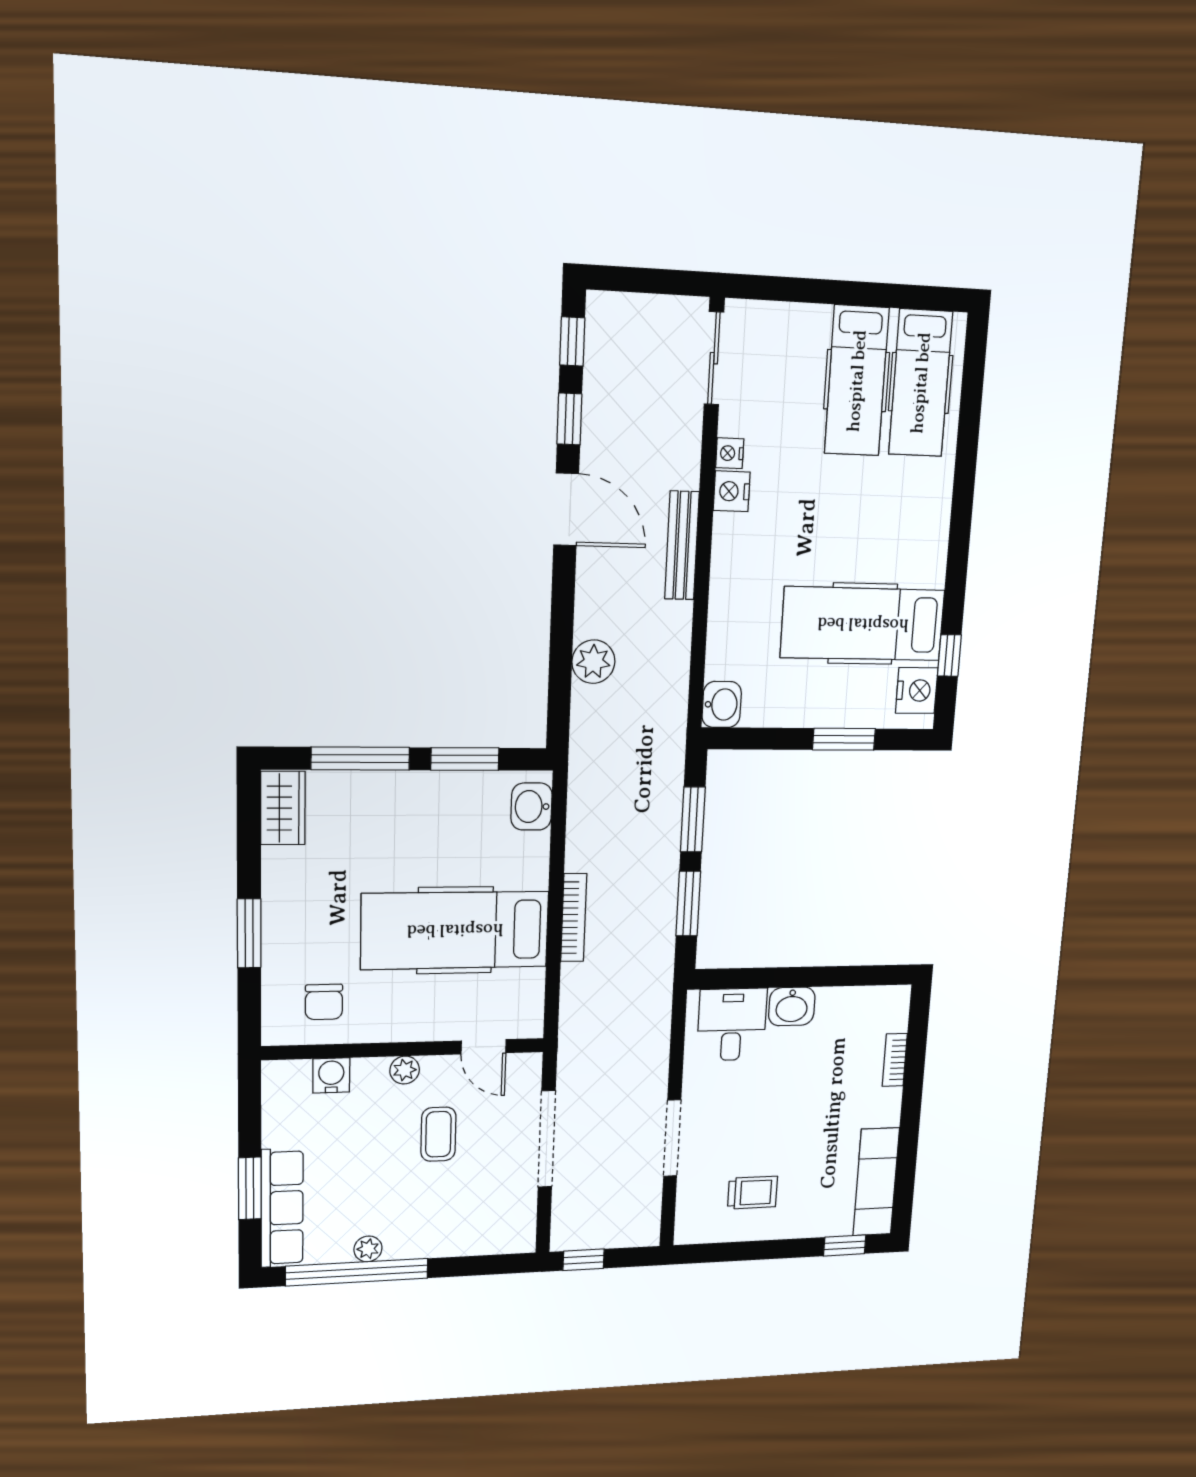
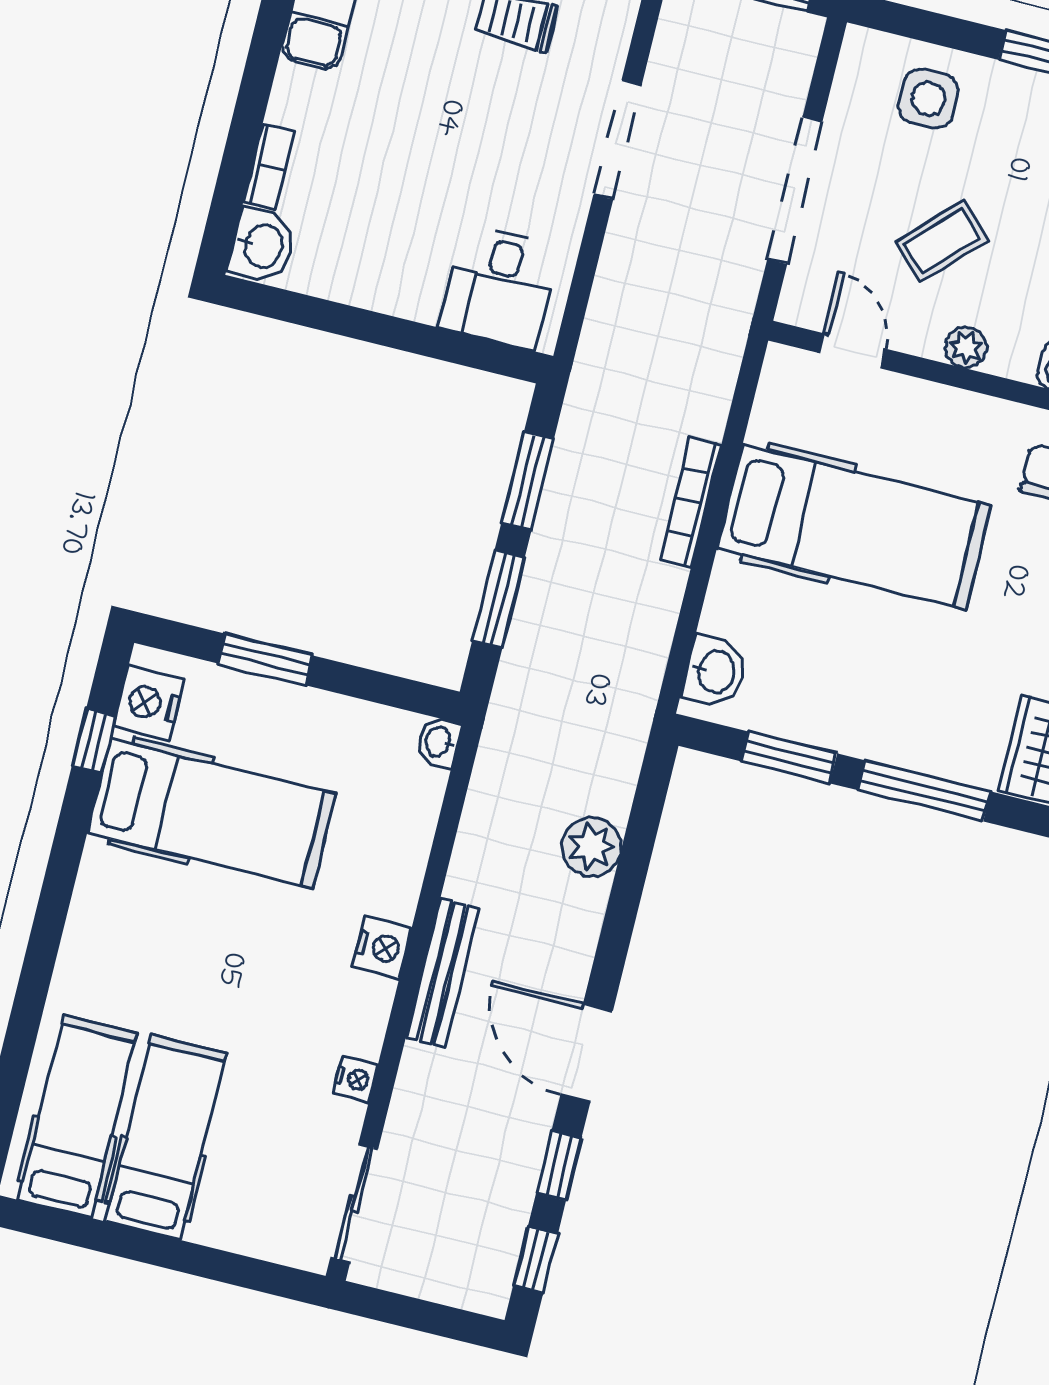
nightstand: (732, 491) -> (382, 947), moved
washbasin: (722, 704) -> (439, 742), width x0.72, depth x0.69
washbasin: (792, 1006) -> (262, 246), moved, turned 90
coffee table: (438, 1134) -> (942, 241), turned 45
side table: (469, 1221) -> (928, 99), added

